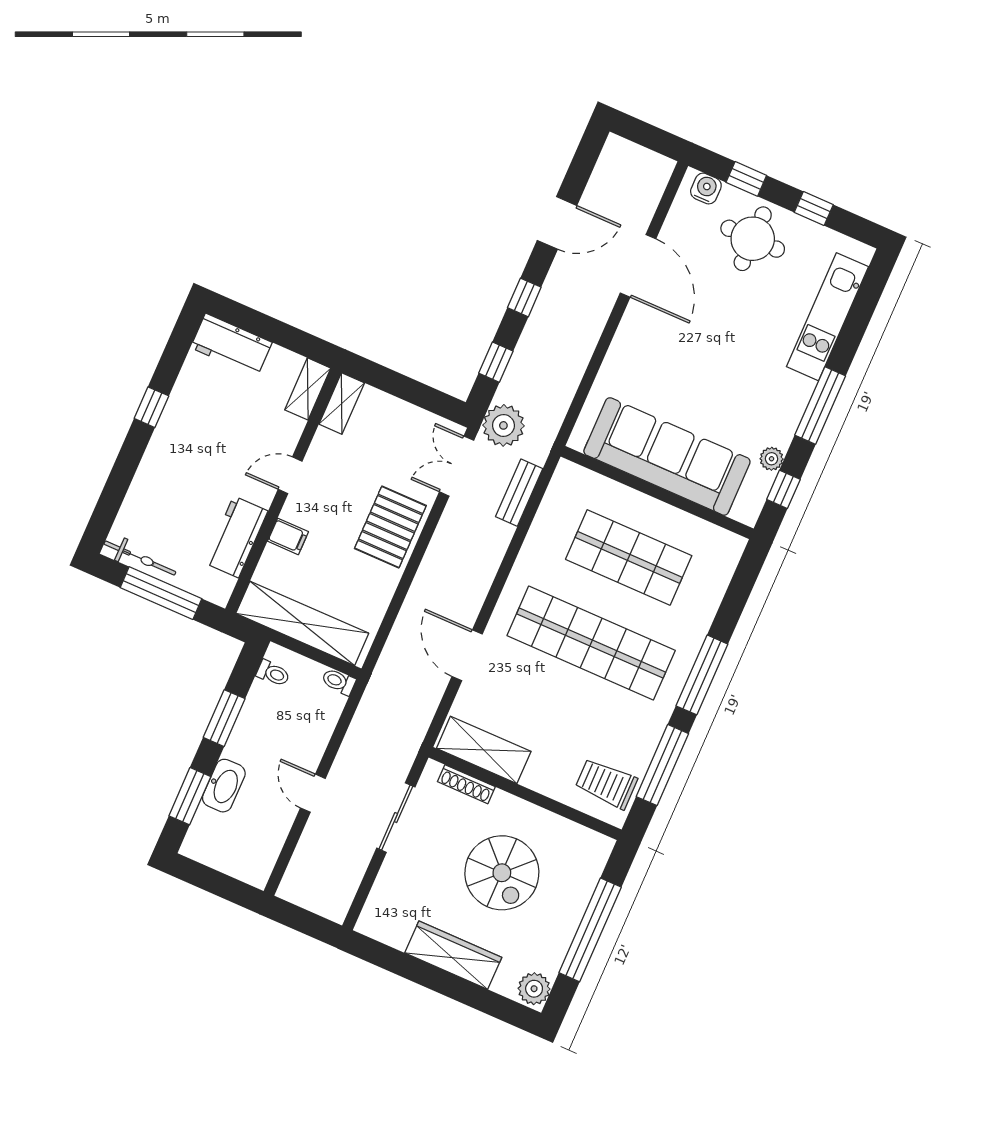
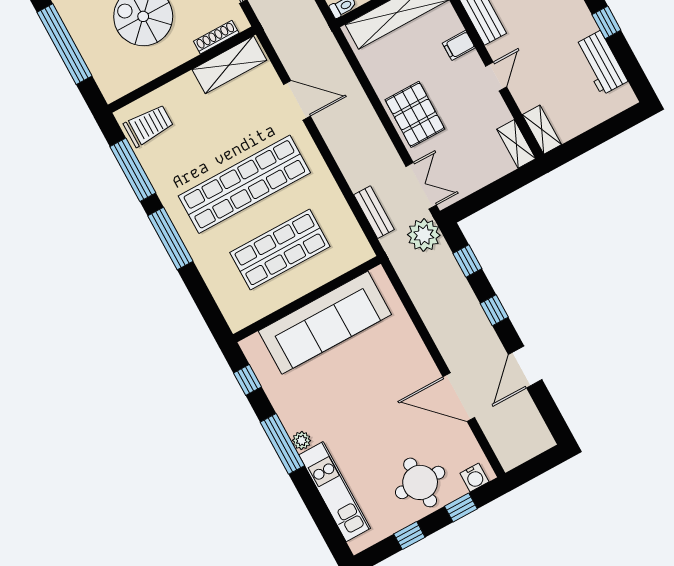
workbench: (231, 345) -> (601, 63), moved, turned -90
plant: (772, 459) -> (302, 441), moved

